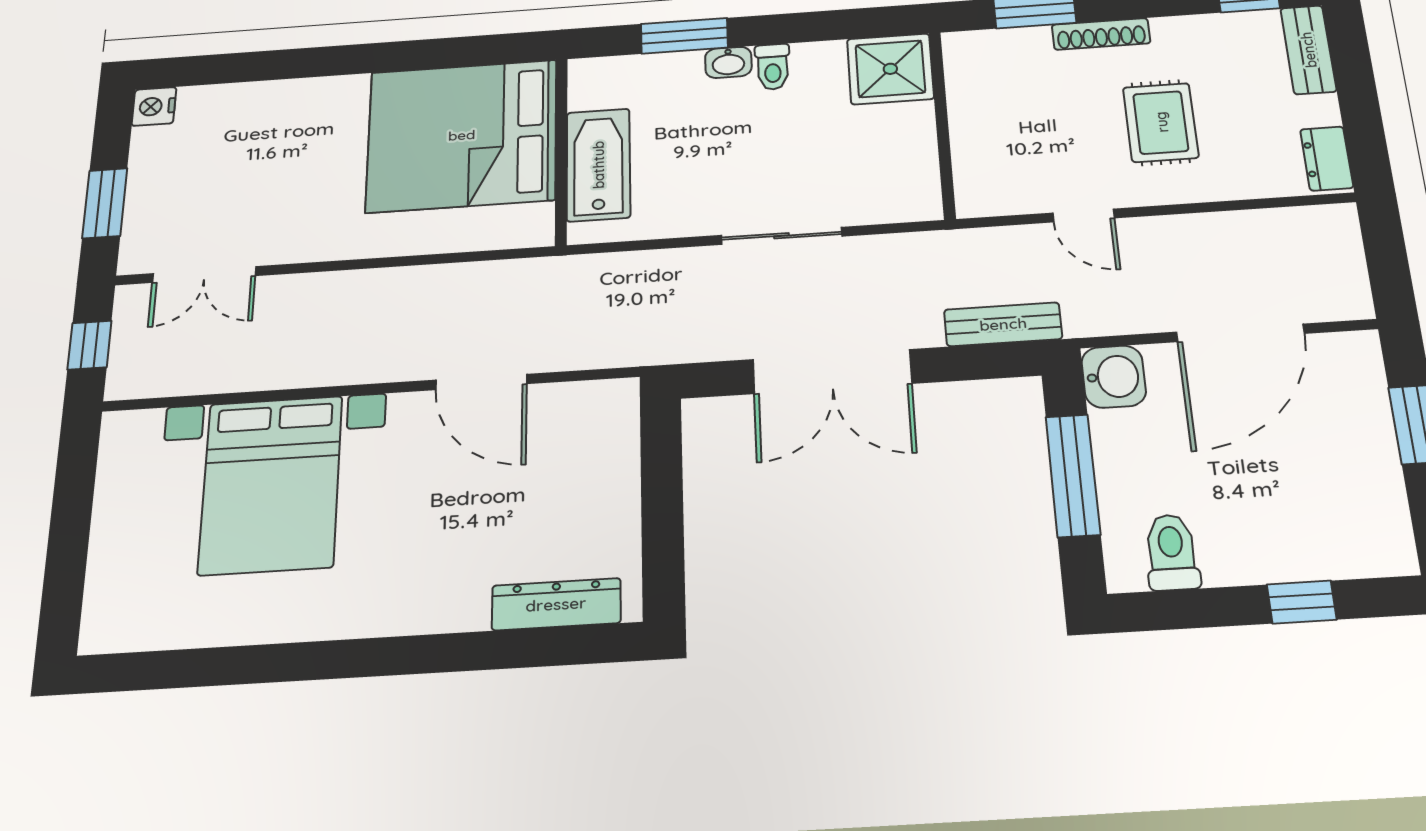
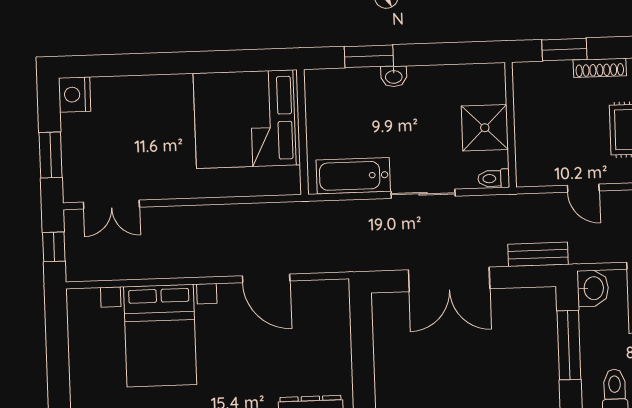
toilet: (773, 67) -> (494, 179), moved, turned 90
shower: (890, 69) -> (485, 128), moved
nightstand: (154, 106) -> (75, 95), width x1.36, depth x1.33
bathtub: (598, 165) -> (353, 176), moved, turned -90

